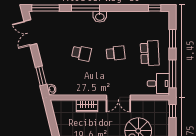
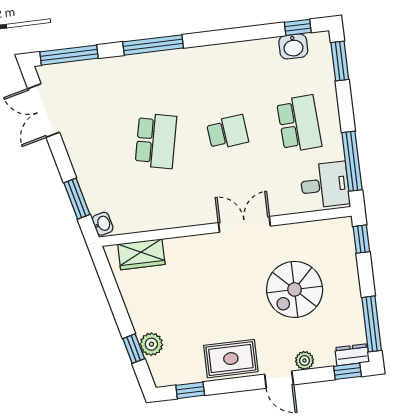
washbasin: (100, 17) -> (293, 46), moved
window: (172, 39) -> (340, 61), moved
school desk: (81, 53) -> (156, 141), width x1.85
double door: (118, 97) -> (244, 224), swing flipped
wardrobe: (87, 106) -> (141, 254), moved

